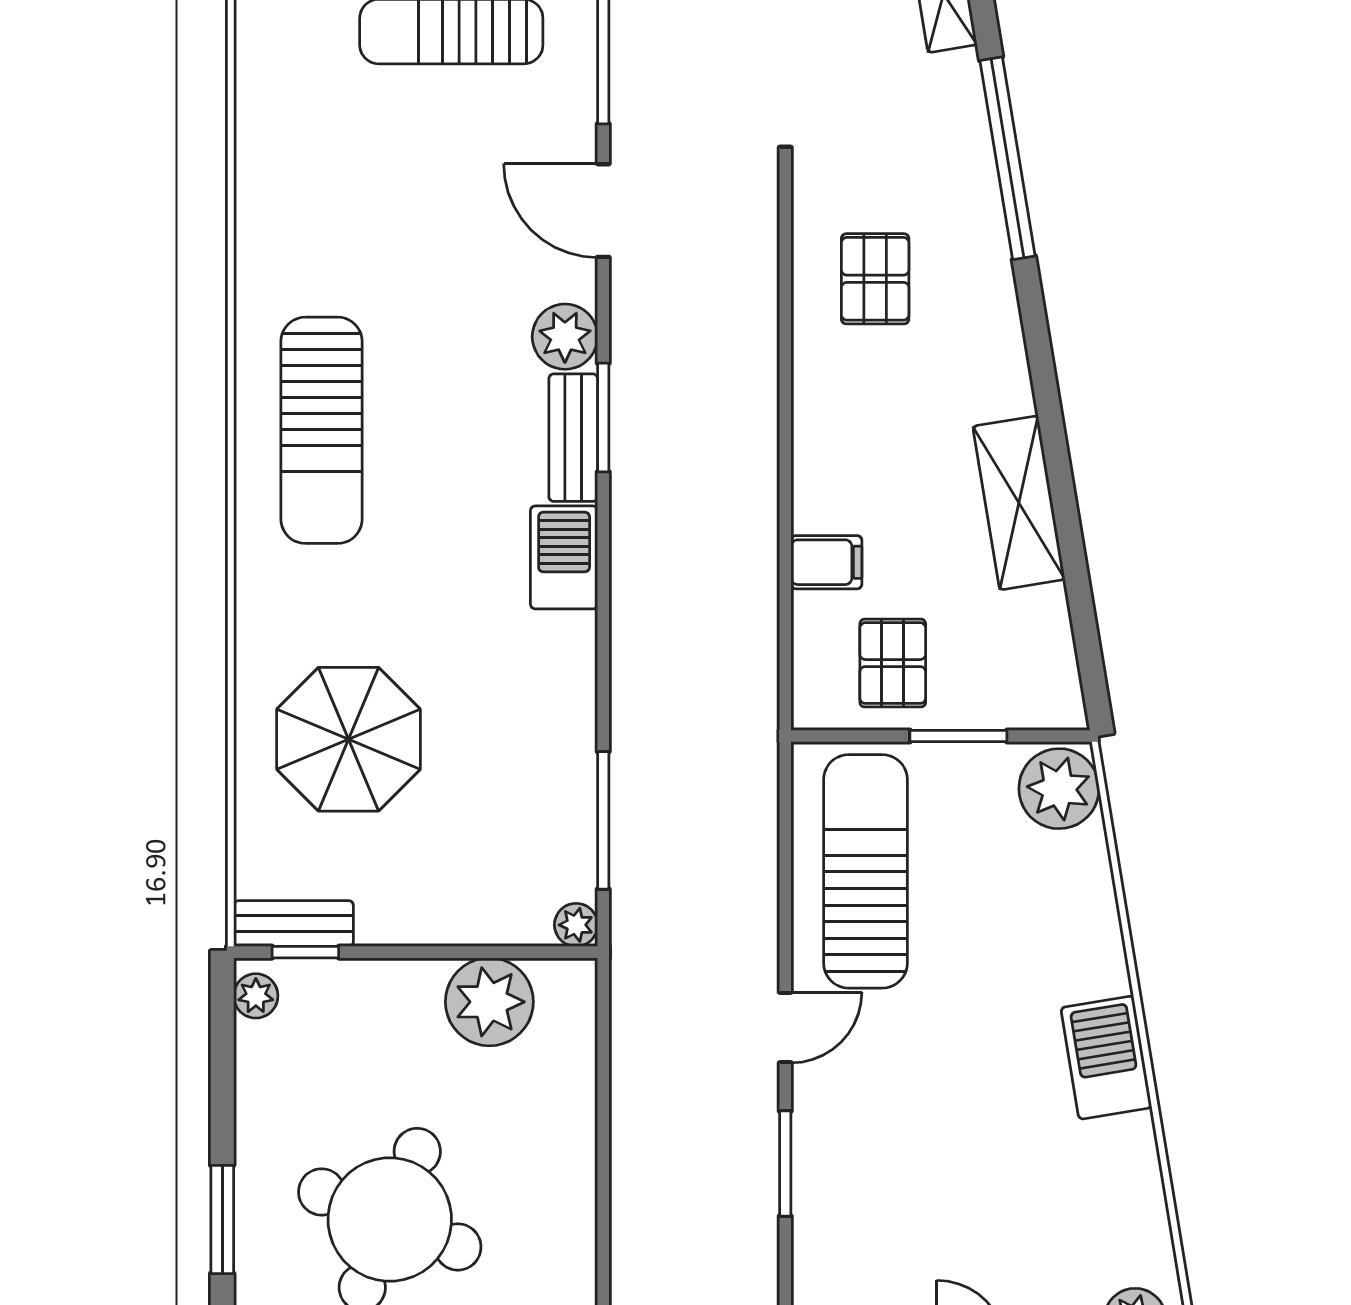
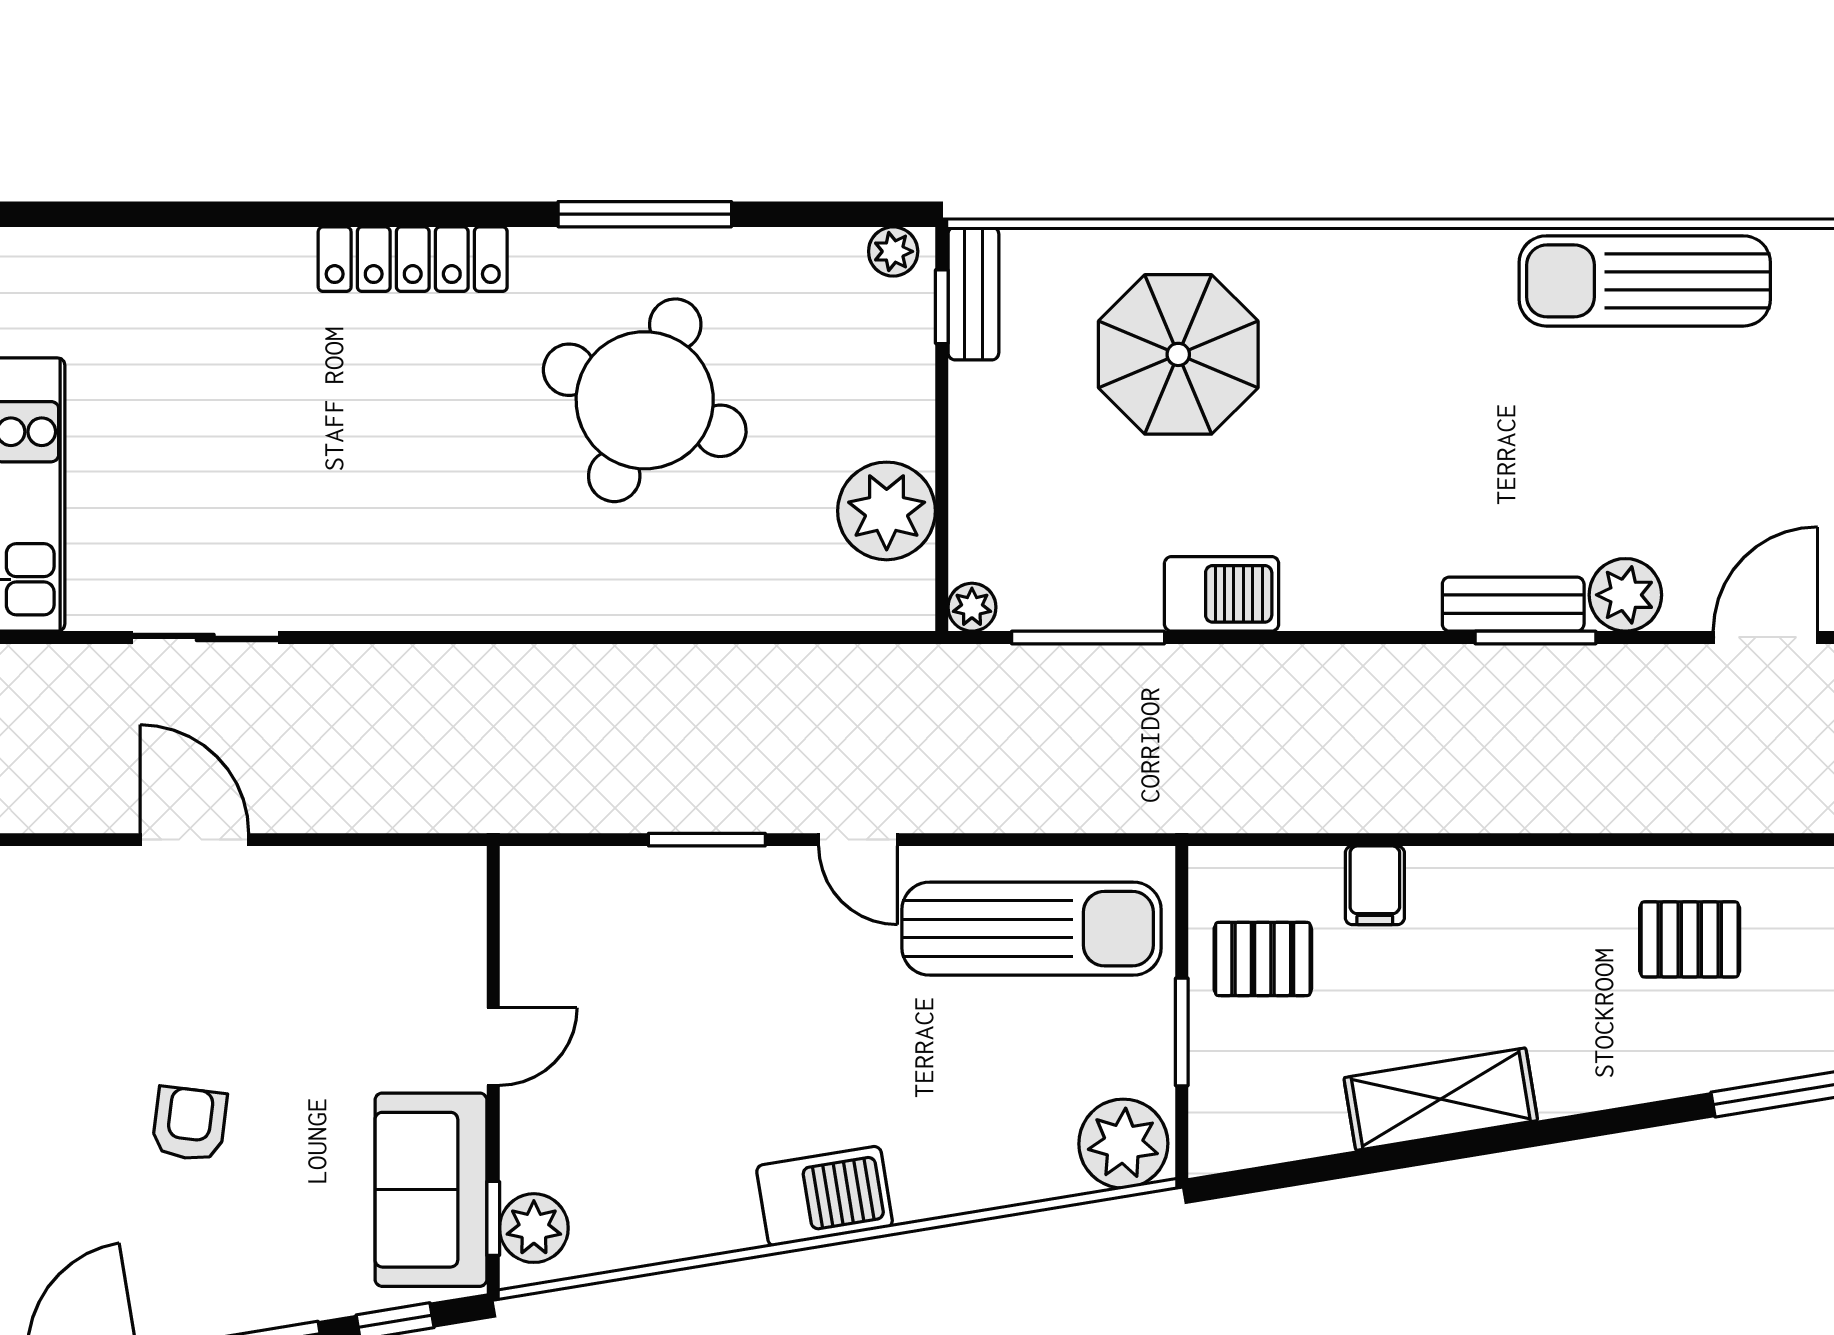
sun lounger: (322, 430) -> (1645, 281), moved
barbecue: (564, 557) -> (1222, 594), moved
window: (222, 1219) -> (645, 214), width x1.44

